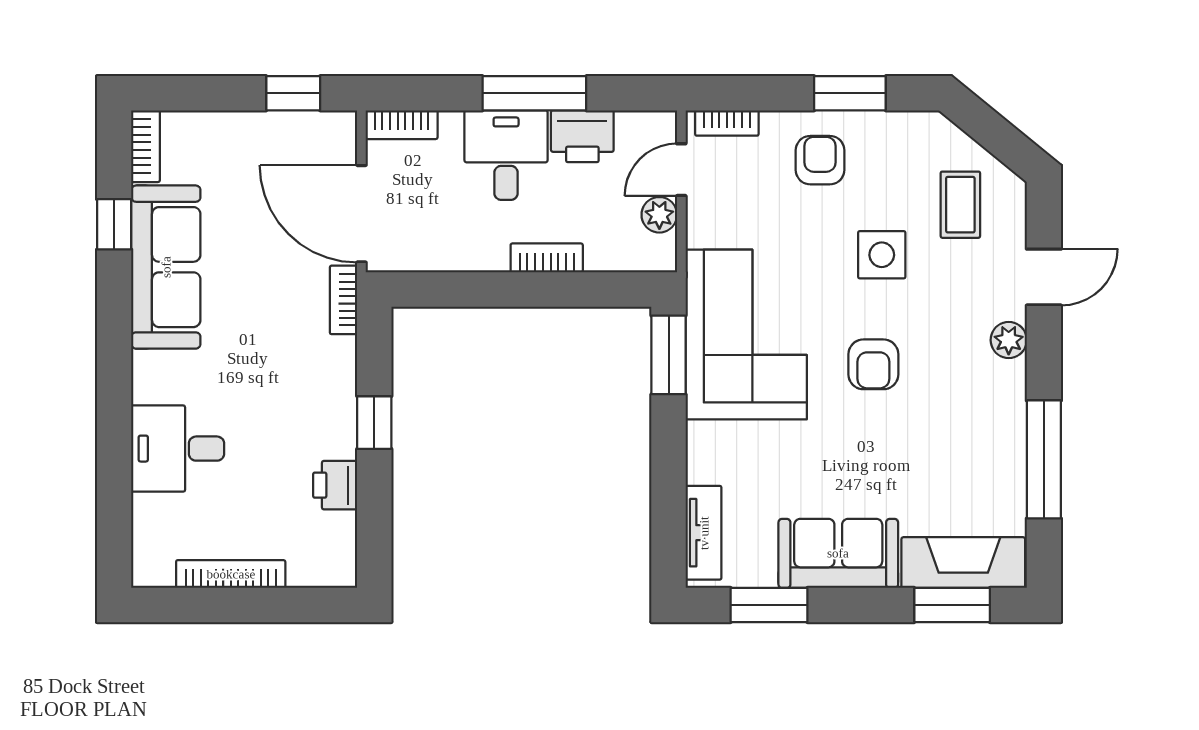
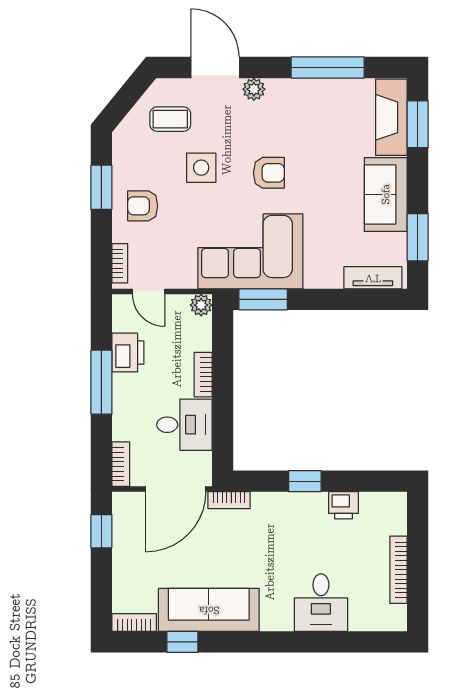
desk: (506, 155) -> (184, 425), moved, turned 180
plant: (659, 215) -> (201, 305), moved
door: (1044, 277) -> (215, 68), width x1.38

